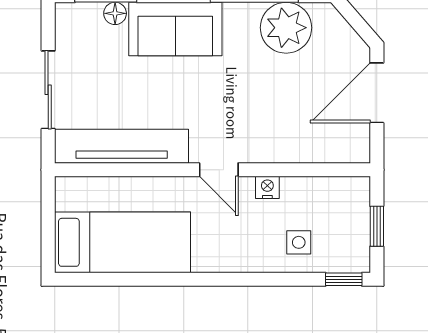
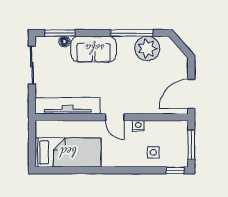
sliding door: (48, 90) -> (32, 65), moved
door: (377, 93) -> (191, 94), moved
window: (377, 226) -> (191, 145), width x1.50

